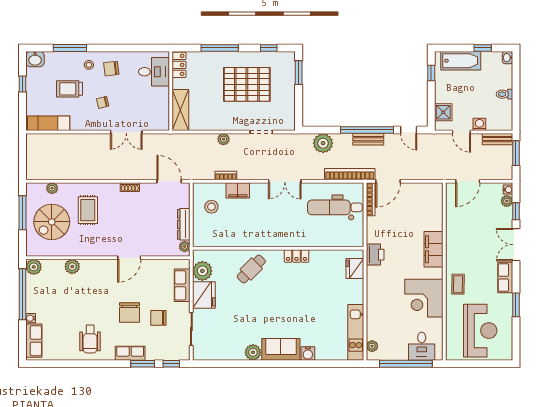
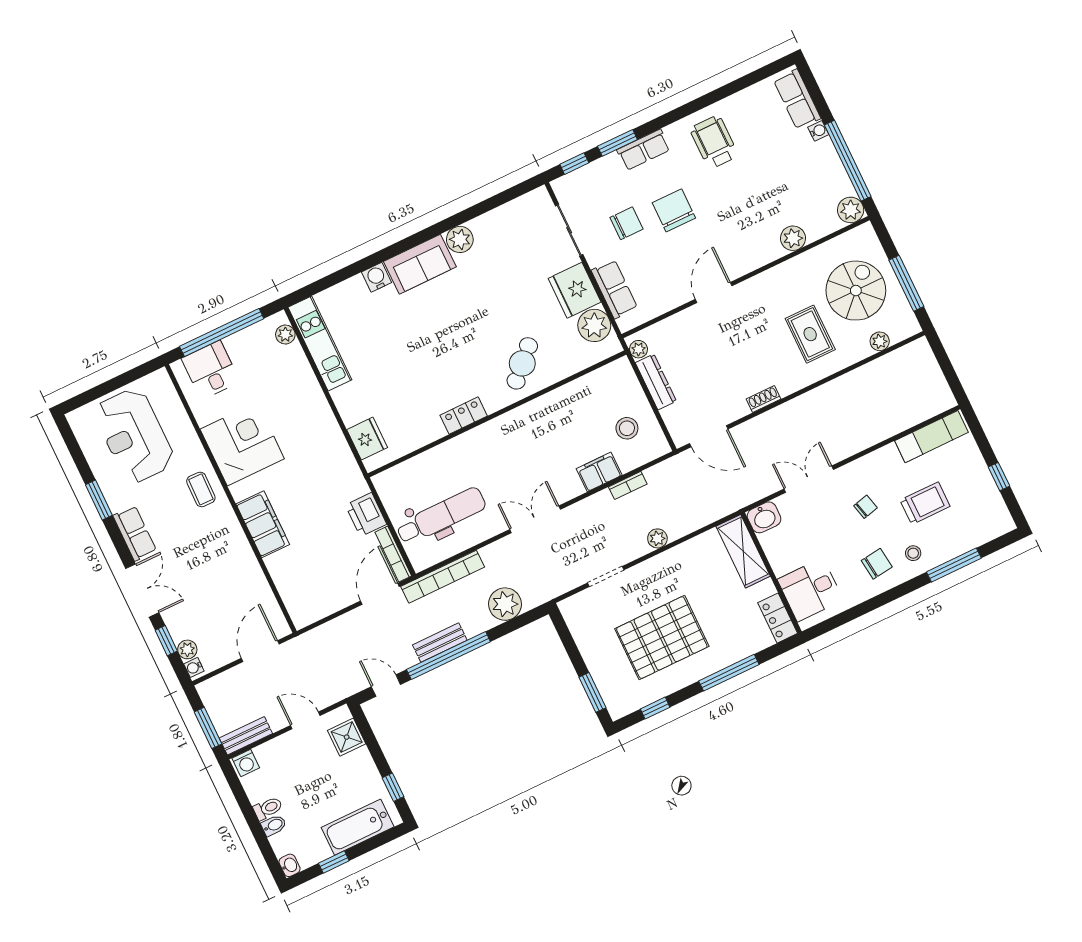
washbasin: (35, 59) -> (764, 517), moved, turned 180
bidet: (506, 83) -> (274, 825), added
washing machine: (479, 124) -> (246, 763), moved
printer: (375, 255) -> (366, 515), moved

